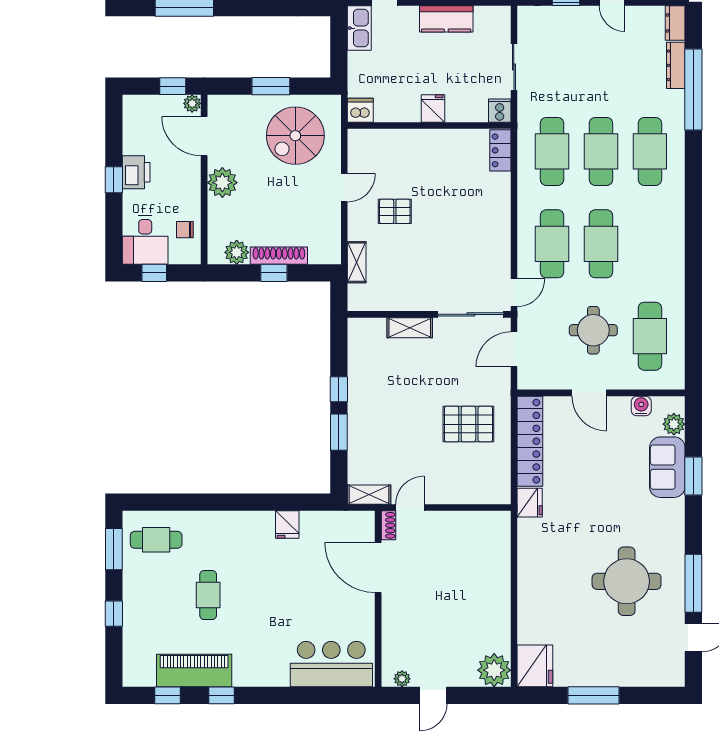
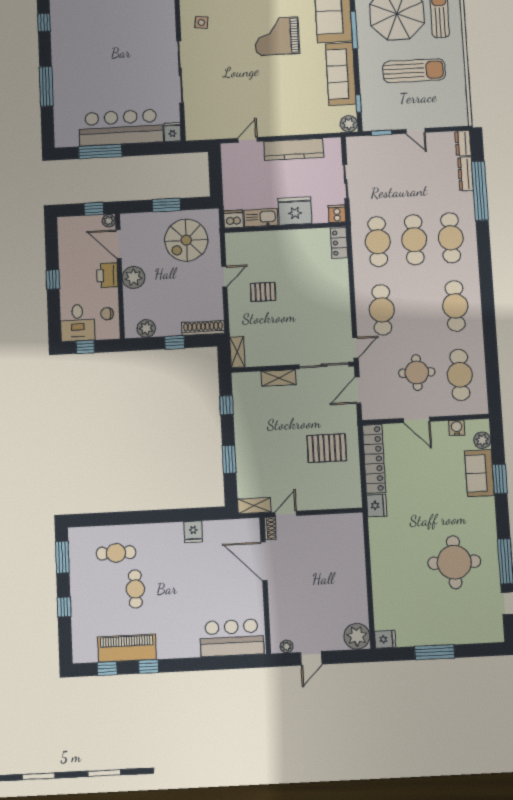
kitchen counter: (446, 19) -> (294, 149), width x1.50
kitchen sink: (359, 28) -> (261, 218), moved, turned -90
fridge: (433, 108) -> (295, 211), width x1.88, depth x1.34
printer: (136, 172) -> (107, 275), moved, turned 180
cafe table: (601, 244) -> (455, 306), moved
shoe rack: (279, 256) -> (203, 328), moved
shelving: (357, 262) -> (237, 352), moved
window: (339, 389) -> (227, 405), moved
cafe table: (156, 540) -> (116, 553), moved
fridge: (535, 666) -> (385, 639), width x0.53, depth x0.75

